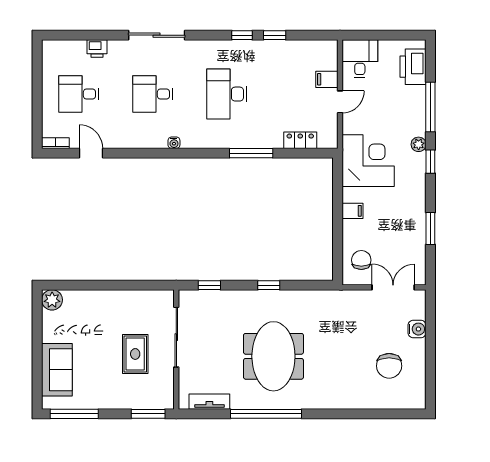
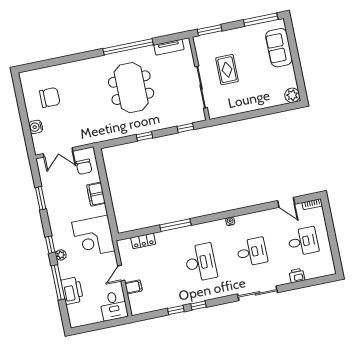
printer: (413, 67) -> (72, 291), moved
filing cabinet: (352, 211) -> (96, 194), width x2.00
chair: (389, 366) -> (50, 98), turned 90

